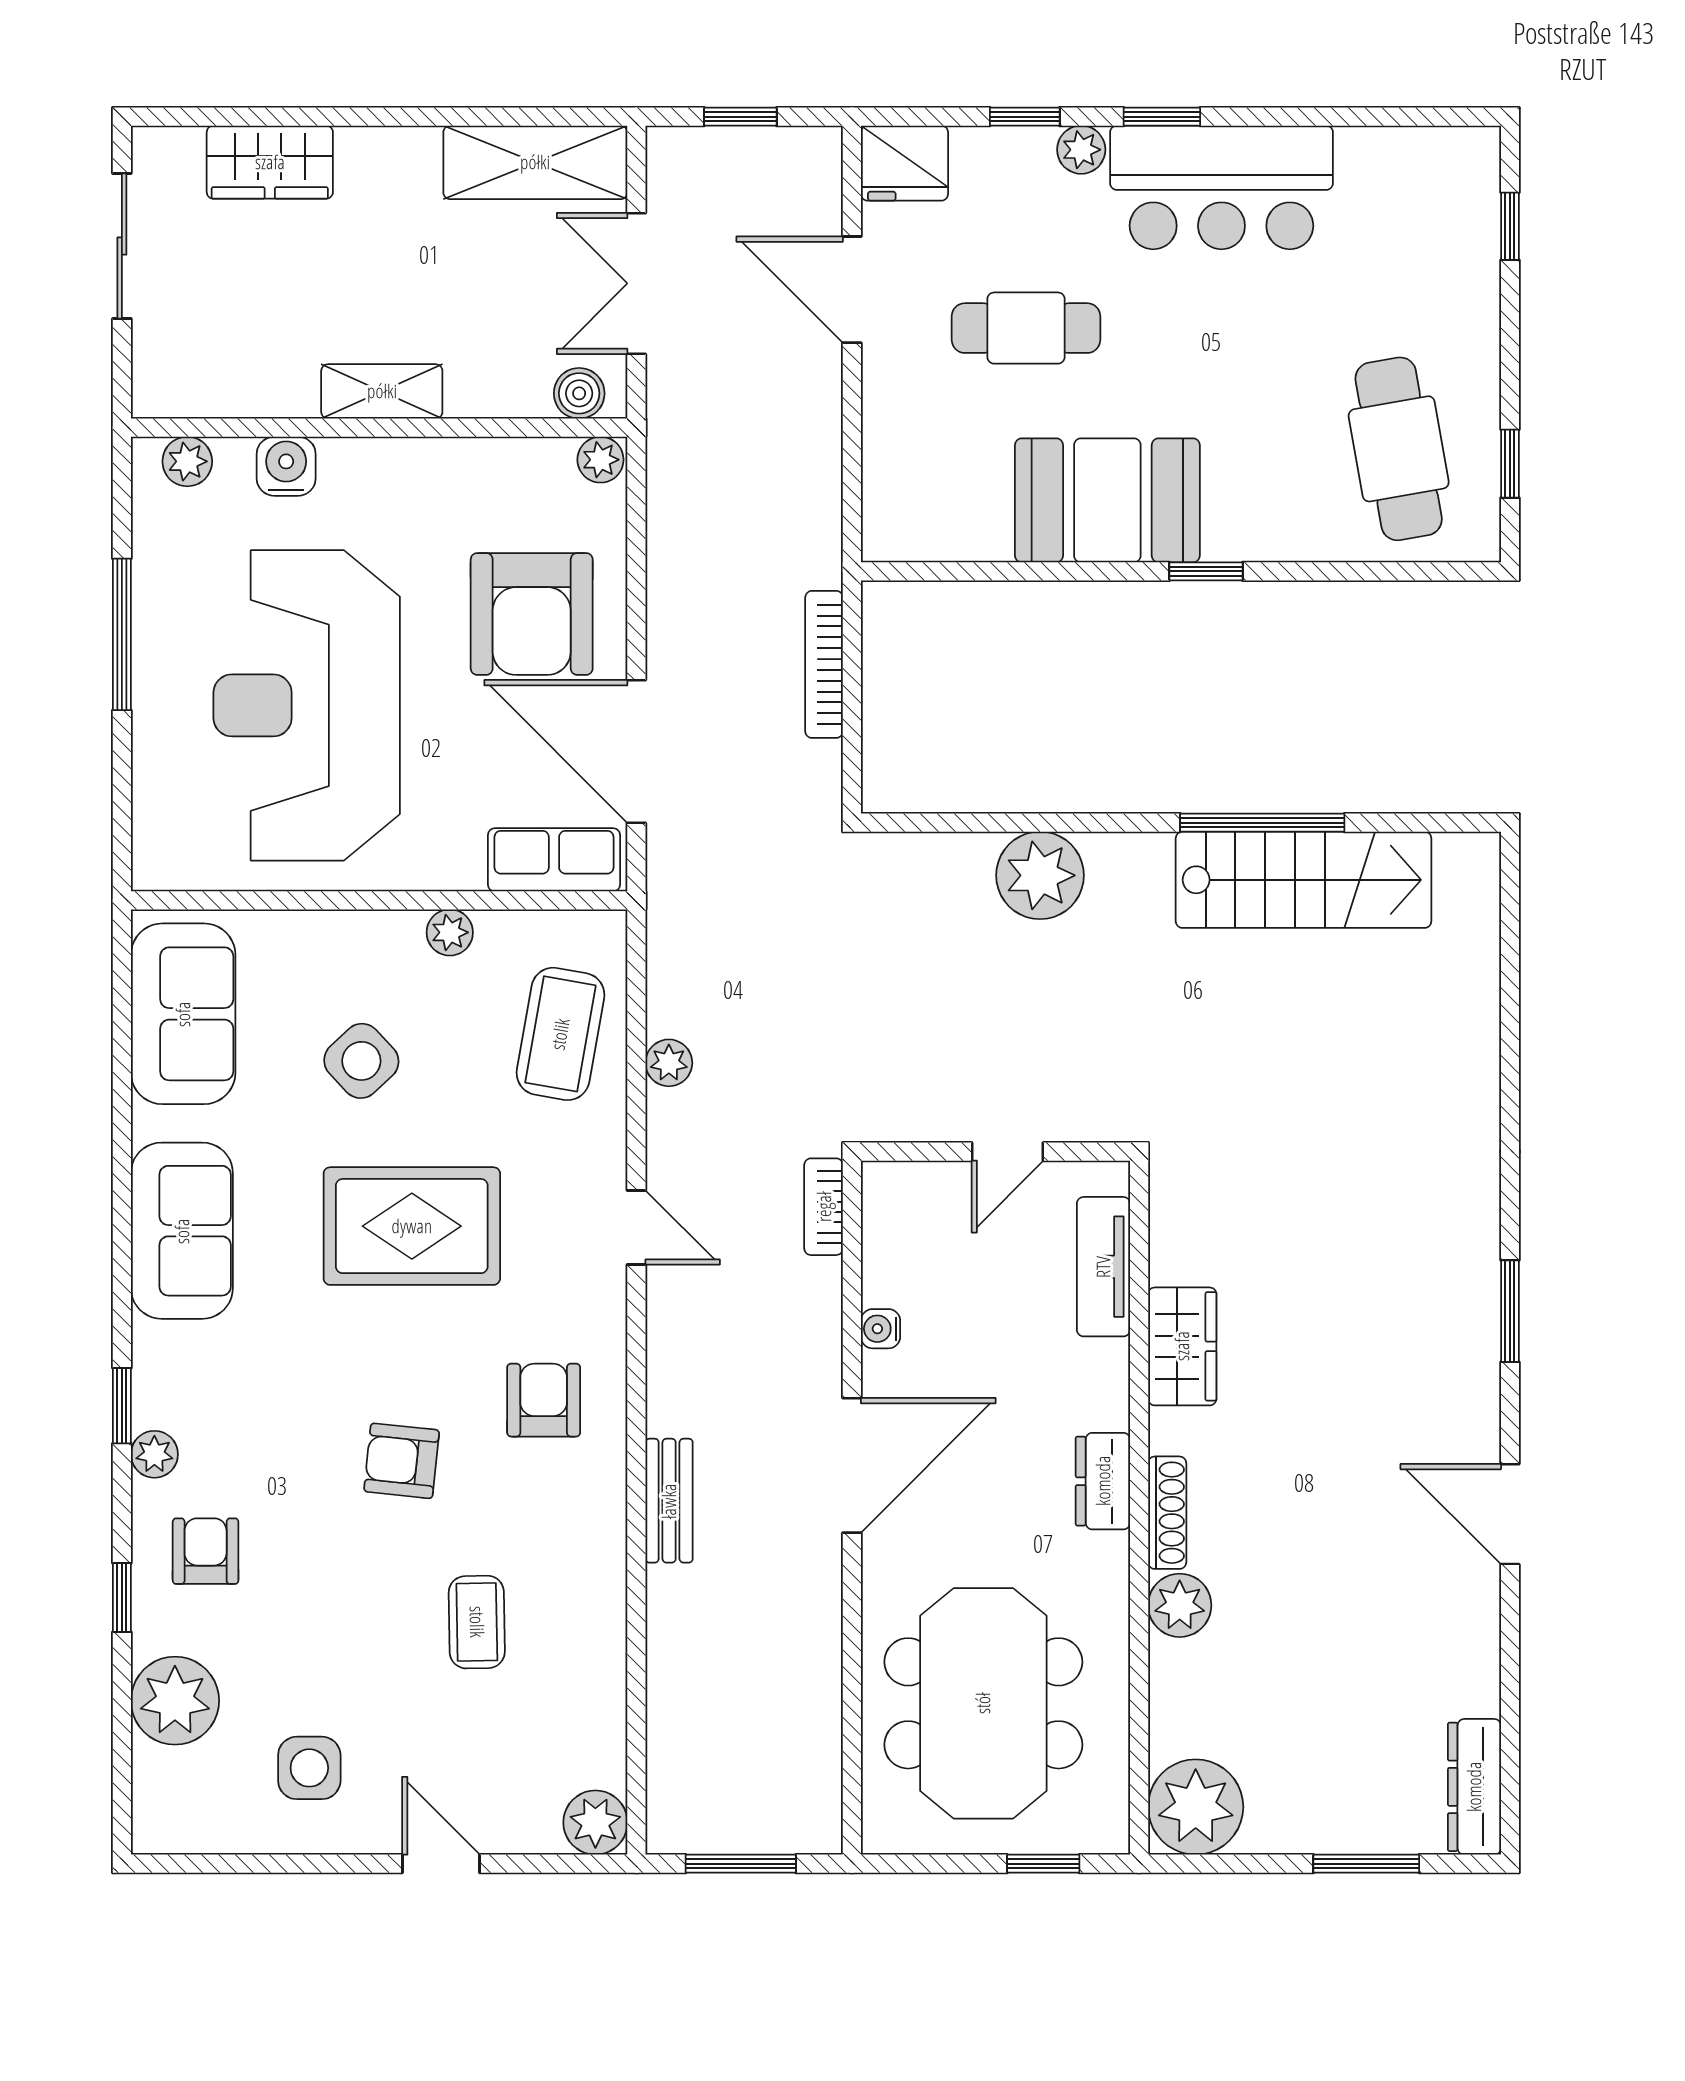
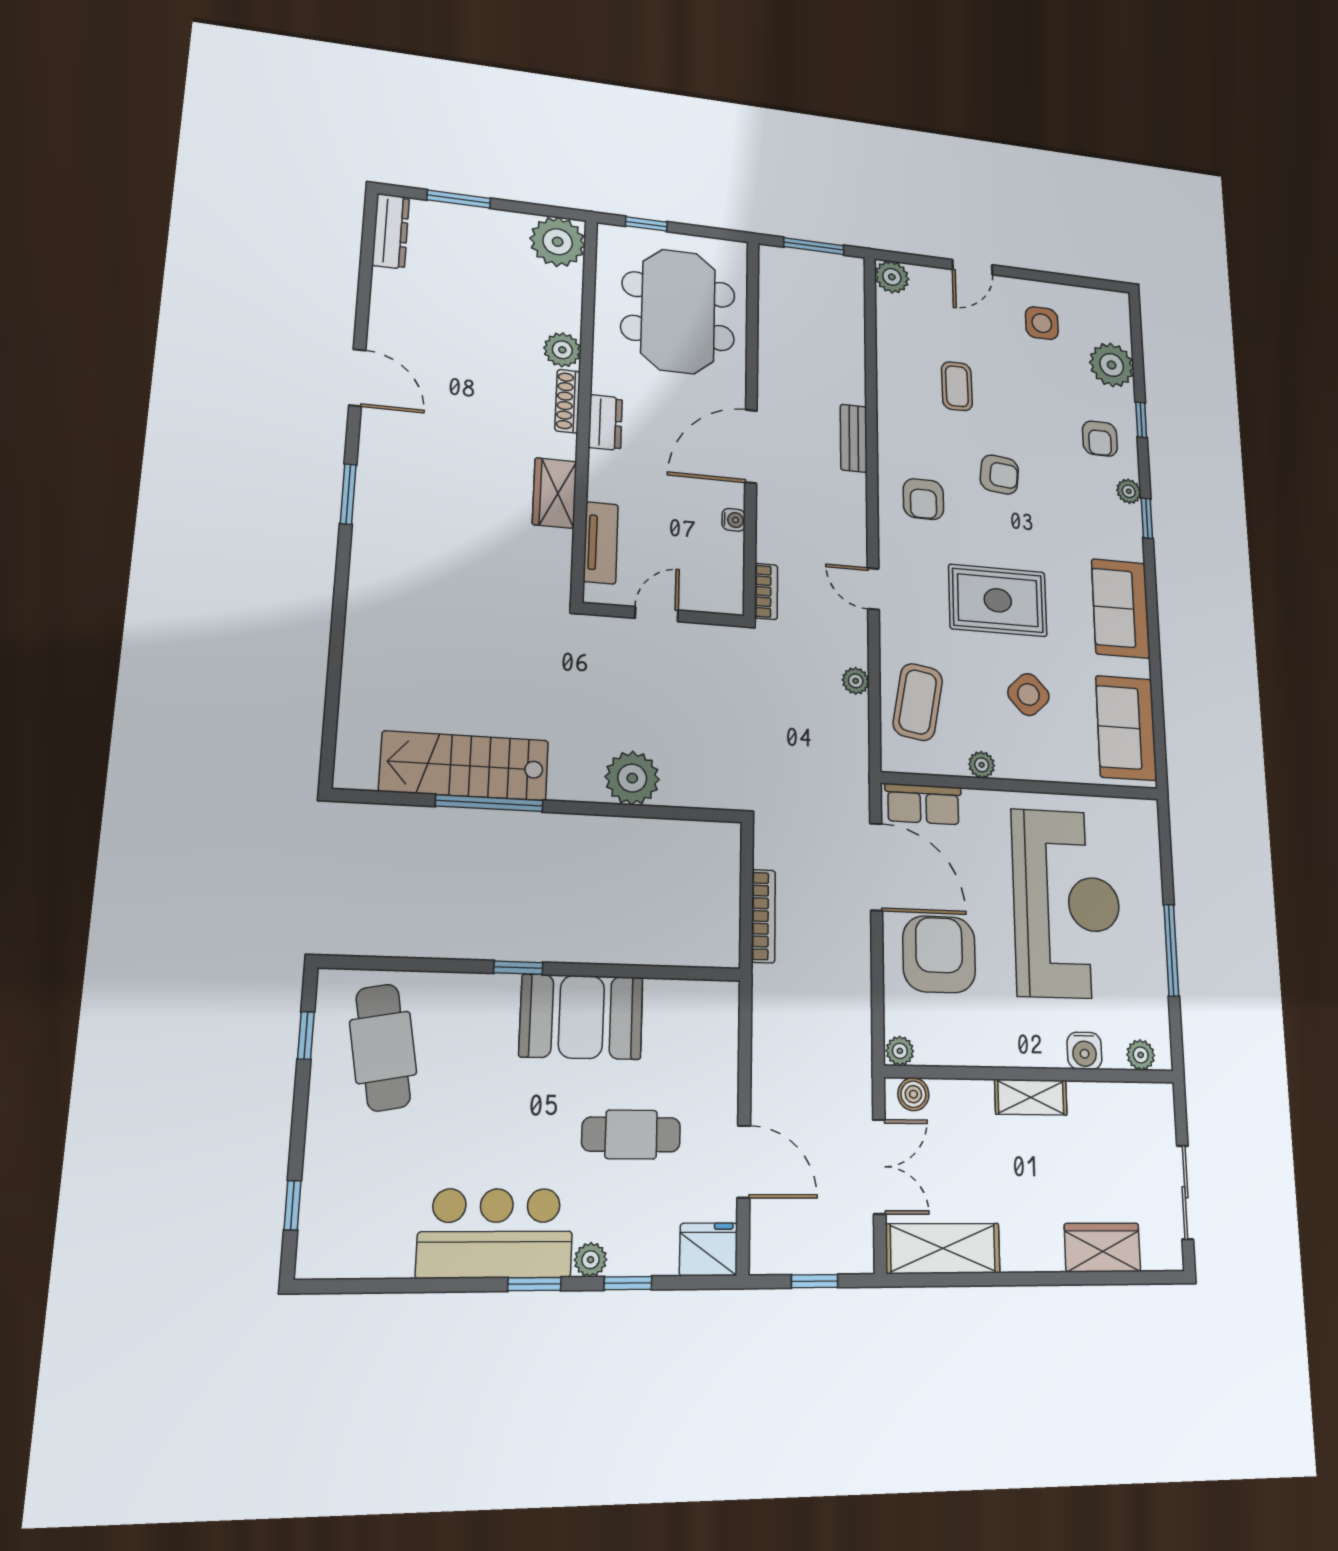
door: (441, 1864) -> (972, 267), hinge flipped

